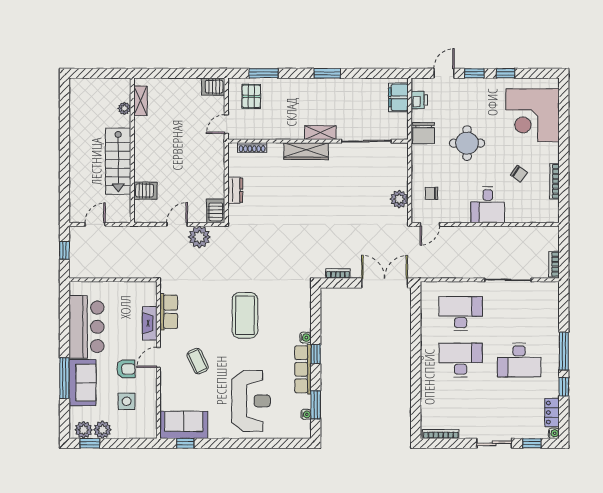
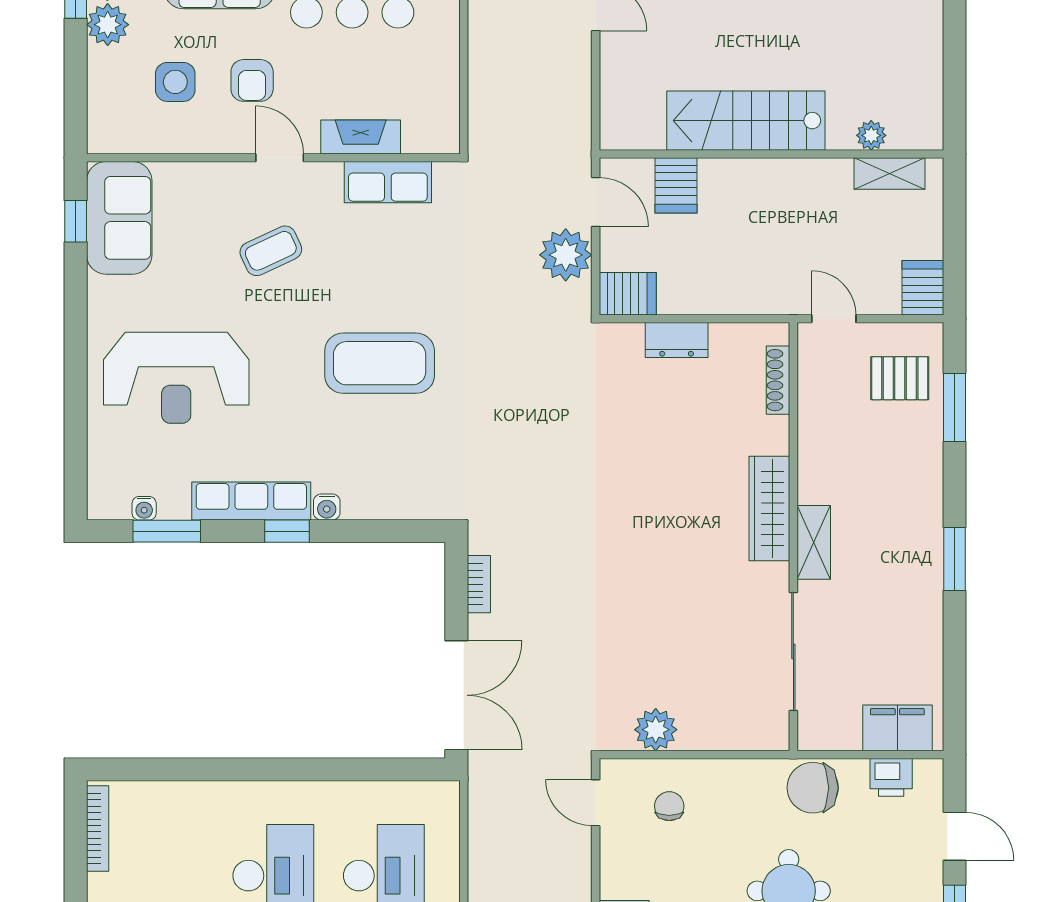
shelving: (140, 101) -> (889, 174), moved
plant: (124, 108) -> (871, 135), moved
wall: (132, 150) -> (771, 154), moved
stairs: (118, 161) -> (746, 121), moved
server rack: (145, 191) -> (676, 185), moved

